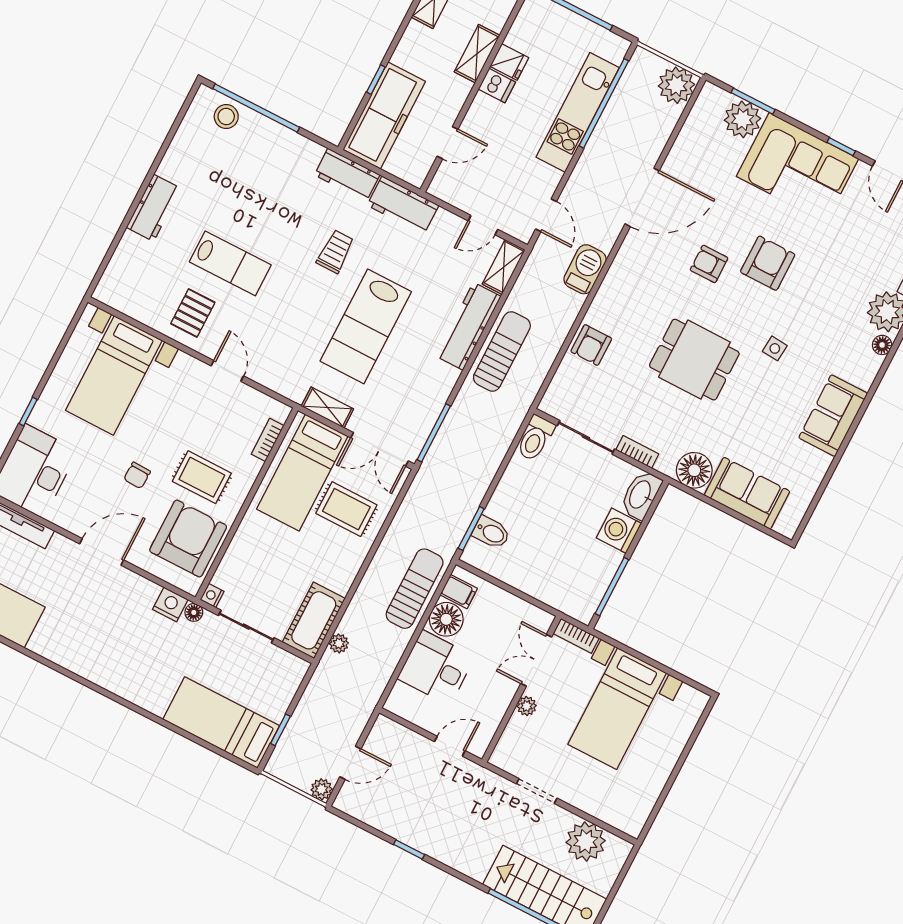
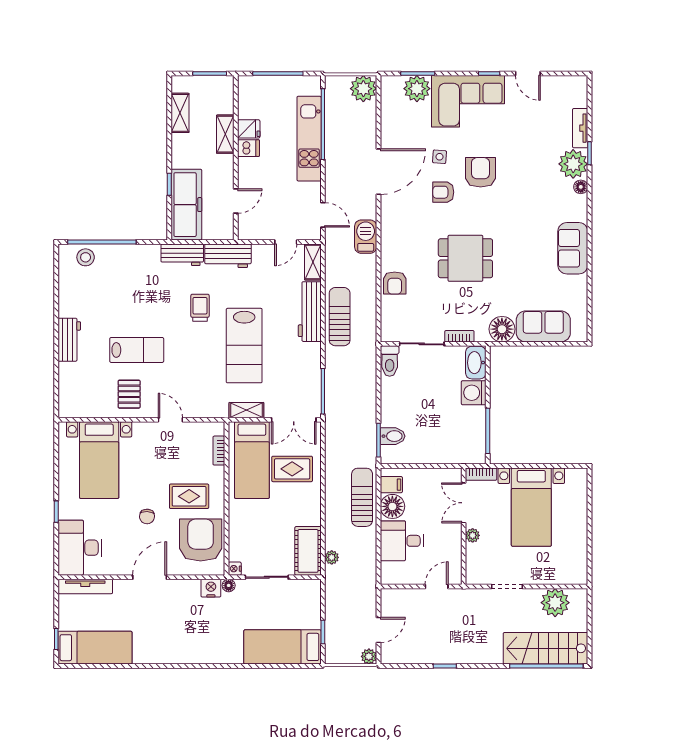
side table: (775, 348) -> (440, 157), moved

